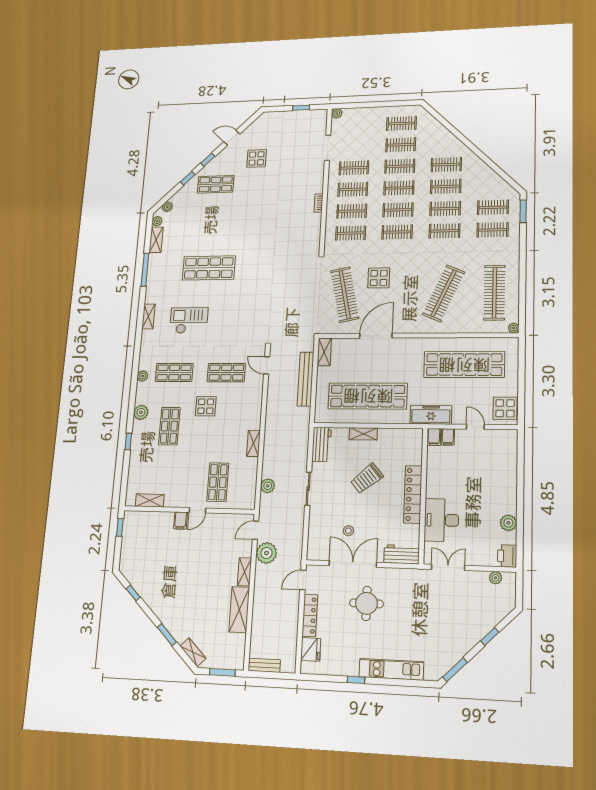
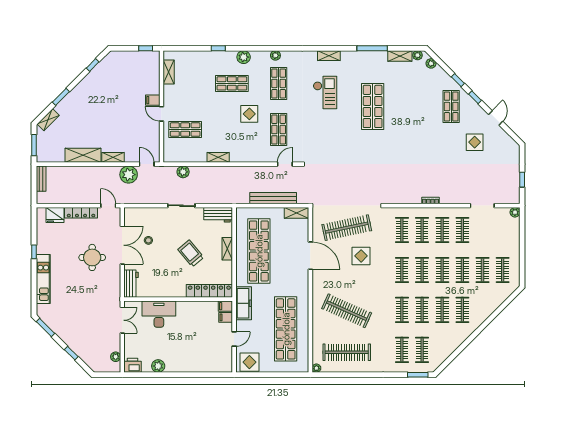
locker: (413, 494) -> (209, 291), moved

